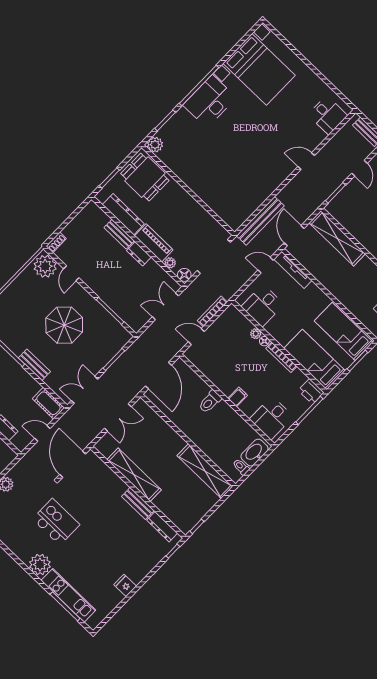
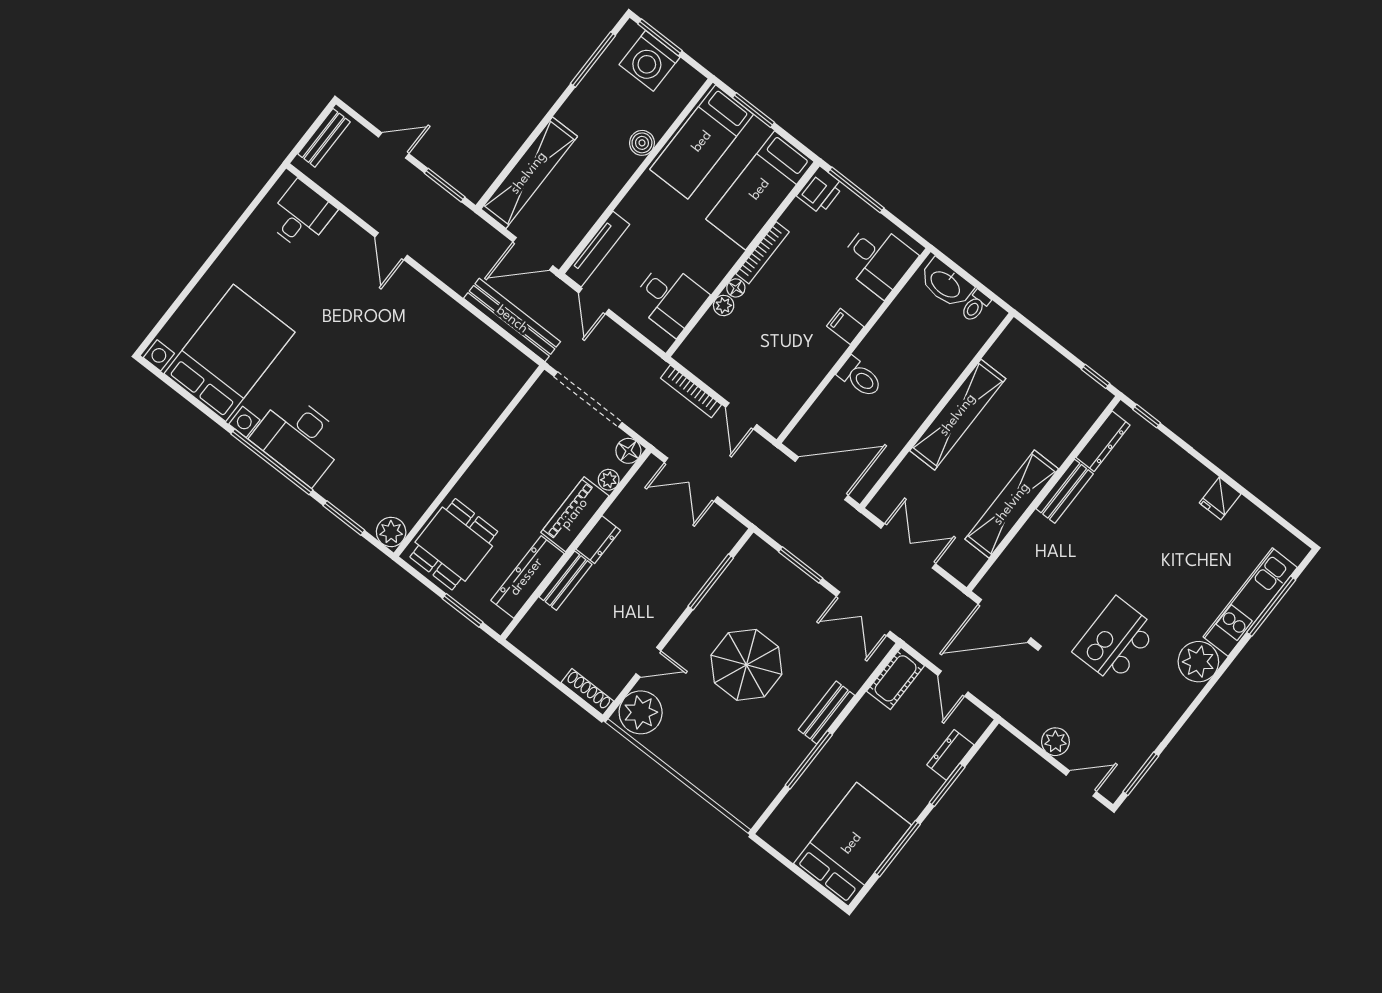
shoe rack: (56, 242) -> (587, 692), width x1.43
boiler: (347, 300) -> (642, 143), added
shelving: (205, 471) -> (958, 415), moved

